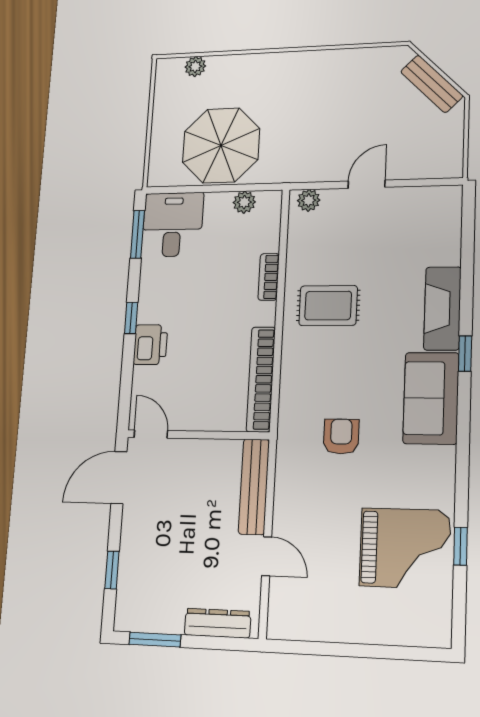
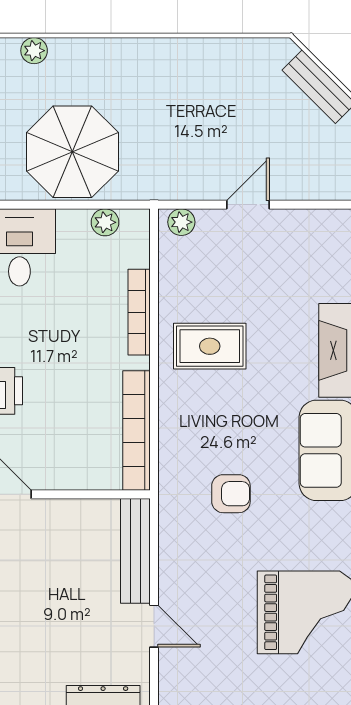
bookcase: (269, 277) -> (139, 312), width x1.56
armchair: (341, 436) -> (231, 494), turned 90

